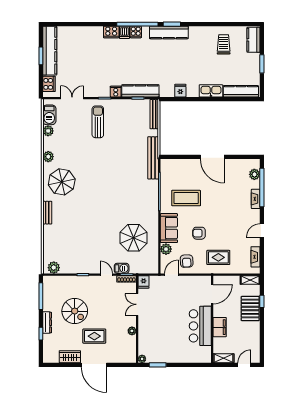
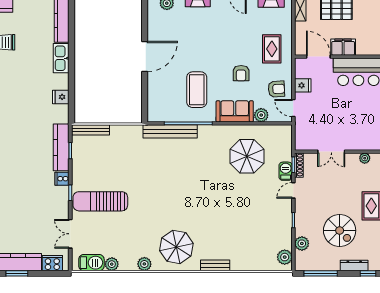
sun lounger: (98, 122) -> (100, 201), width x1.36, depth x1.34
bench: (153, 158) -> (170, 131), moved
plant: (64, 281) -> (302, 243), added
fridge: (144, 282) -> (303, 85), moved
spiral stairs: (75, 311) -> (340, 230), turned 90
filing cabinet: (220, 327) -> (343, 47), moved

